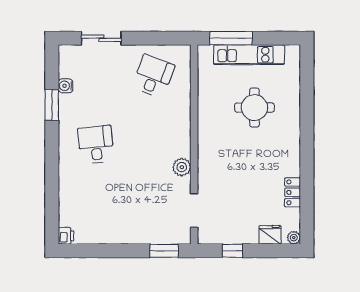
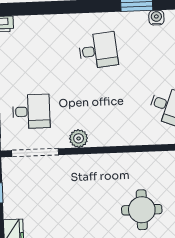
doorway: (194, 211) -> (35, 153), width x1.36
desk: (153, 213) -> (31, 111), added

